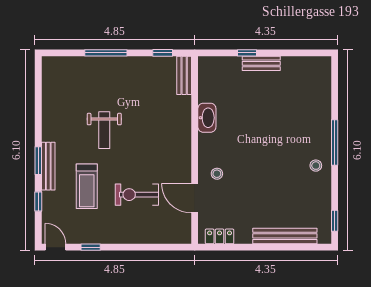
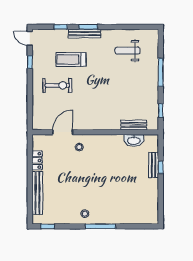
bench: (261, 63) -> (154, 165), moved
bench: (184, 75) -> (134, 125), moved
washbasin: (207, 118) -> (134, 140), moved
weight bench: (104, 130) -> (127, 51), moved
exercise bike: (137, 195) -> (57, 85), moved, turned 90
locker: (220, 236) -> (37, 160), moved
door: (56, 247) -> (30, 38), swing flipped

